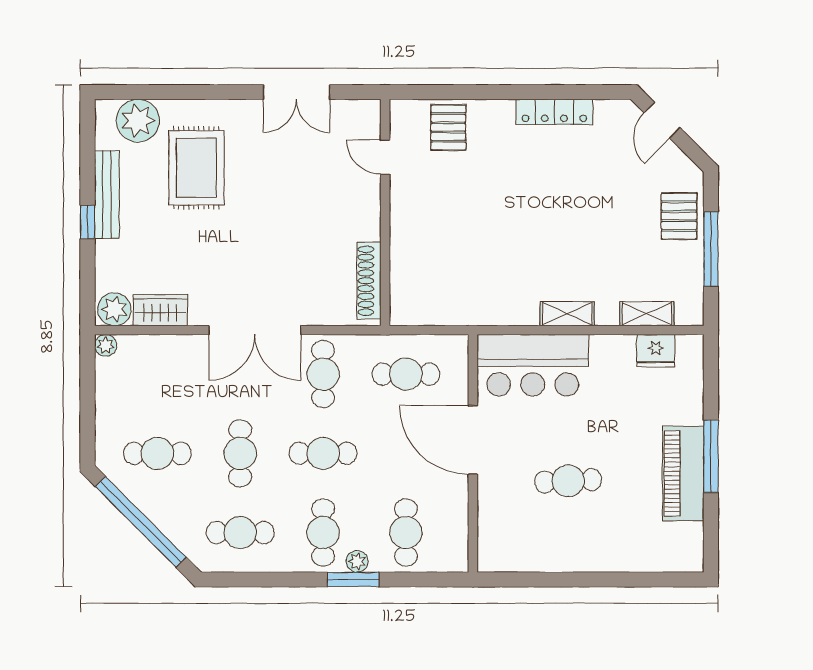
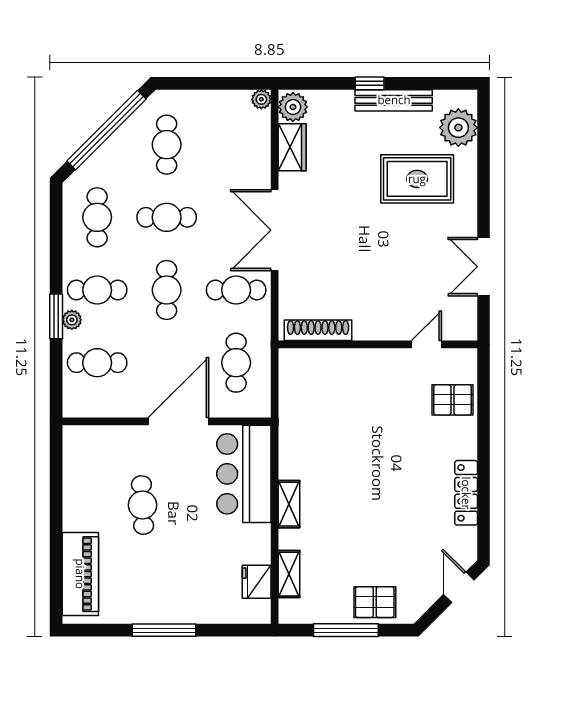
door: (662, 120) -> (459, 587), hinge flipped
piano: (683, 474) -> (80, 574), moved, turned 90

